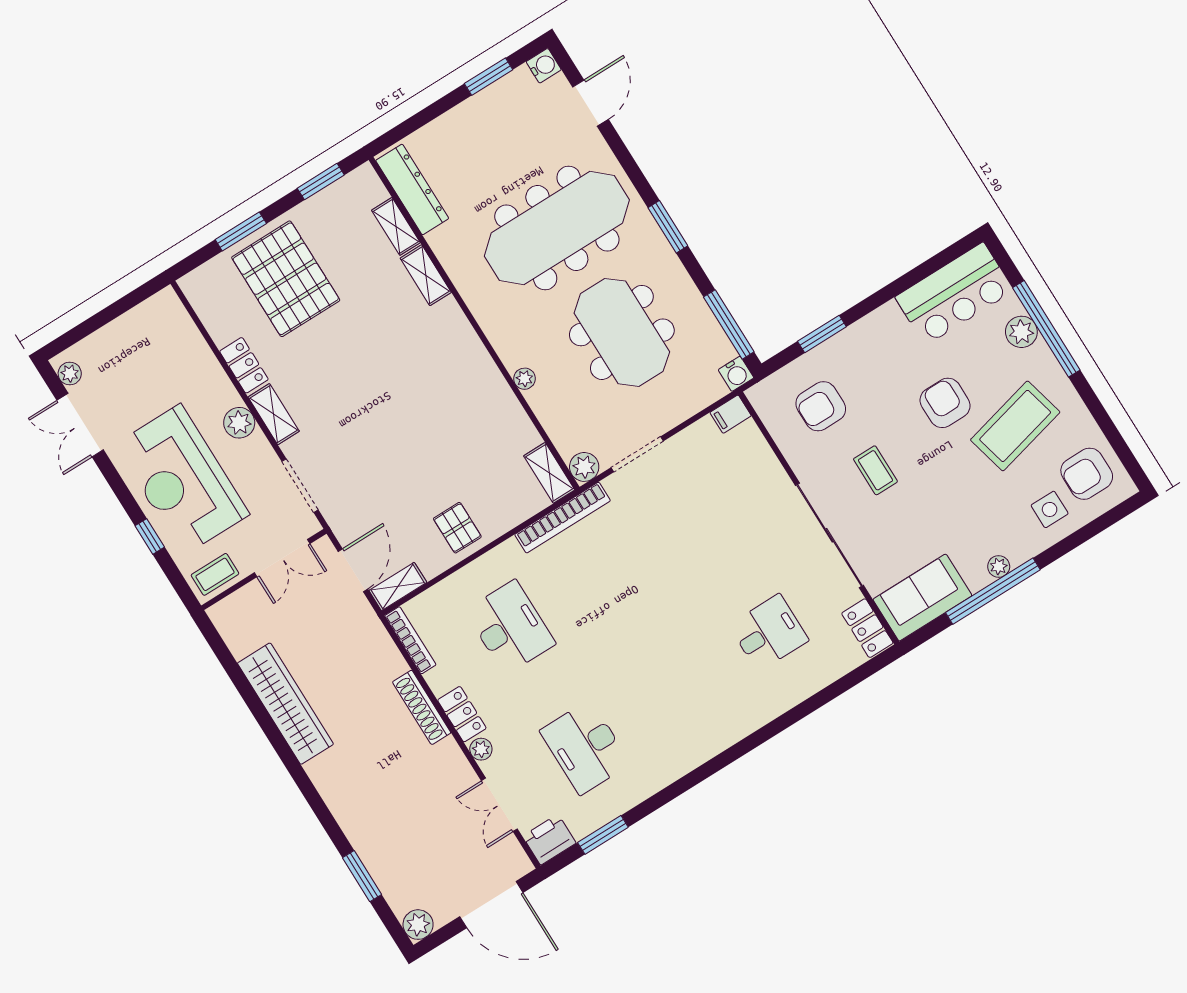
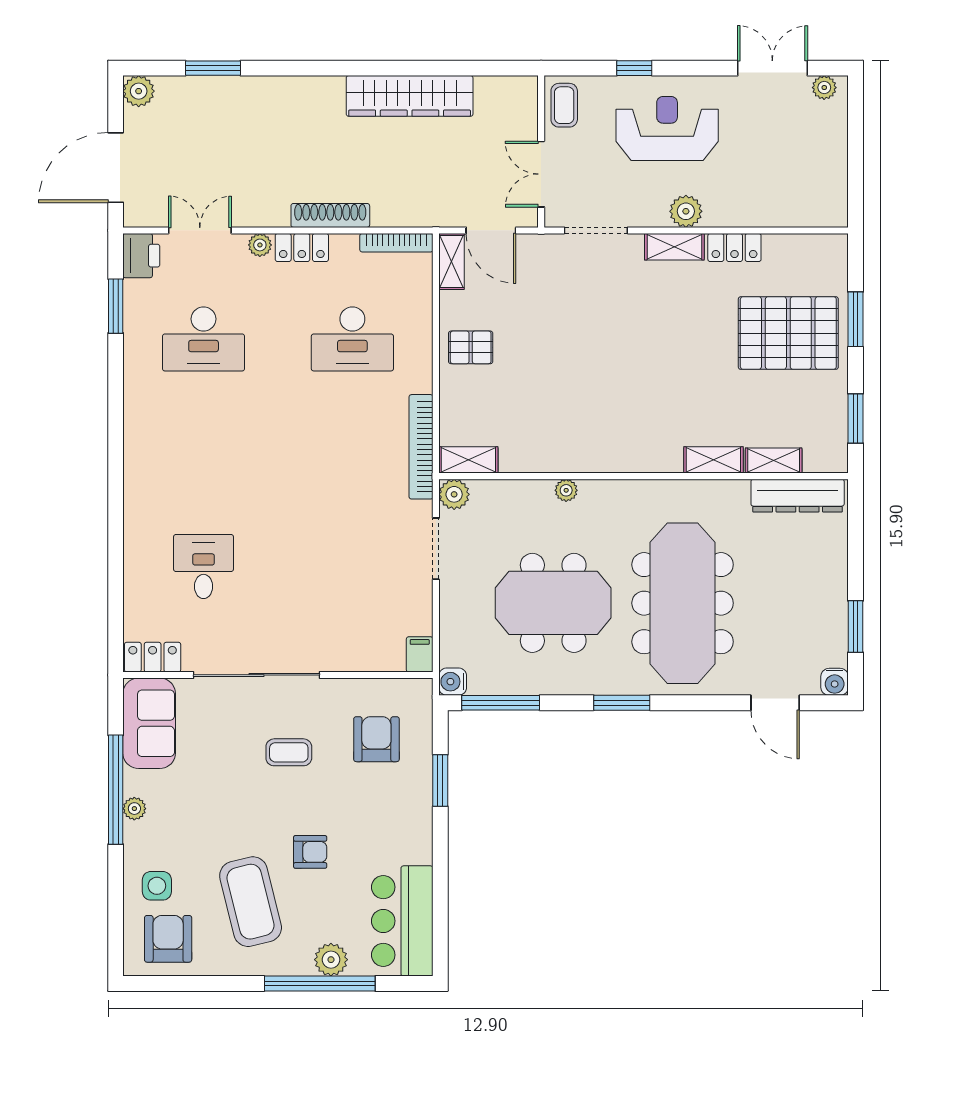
armchair: (945, 403) -> (310, 852), width x0.72, depth x0.72
reception desk: (182, 480) -> (667, 128), width x0.74, depth x0.77
desk: (769, 633) -> (204, 566), turned 180
desk: (585, 747) -> (204, 339), turned 180

